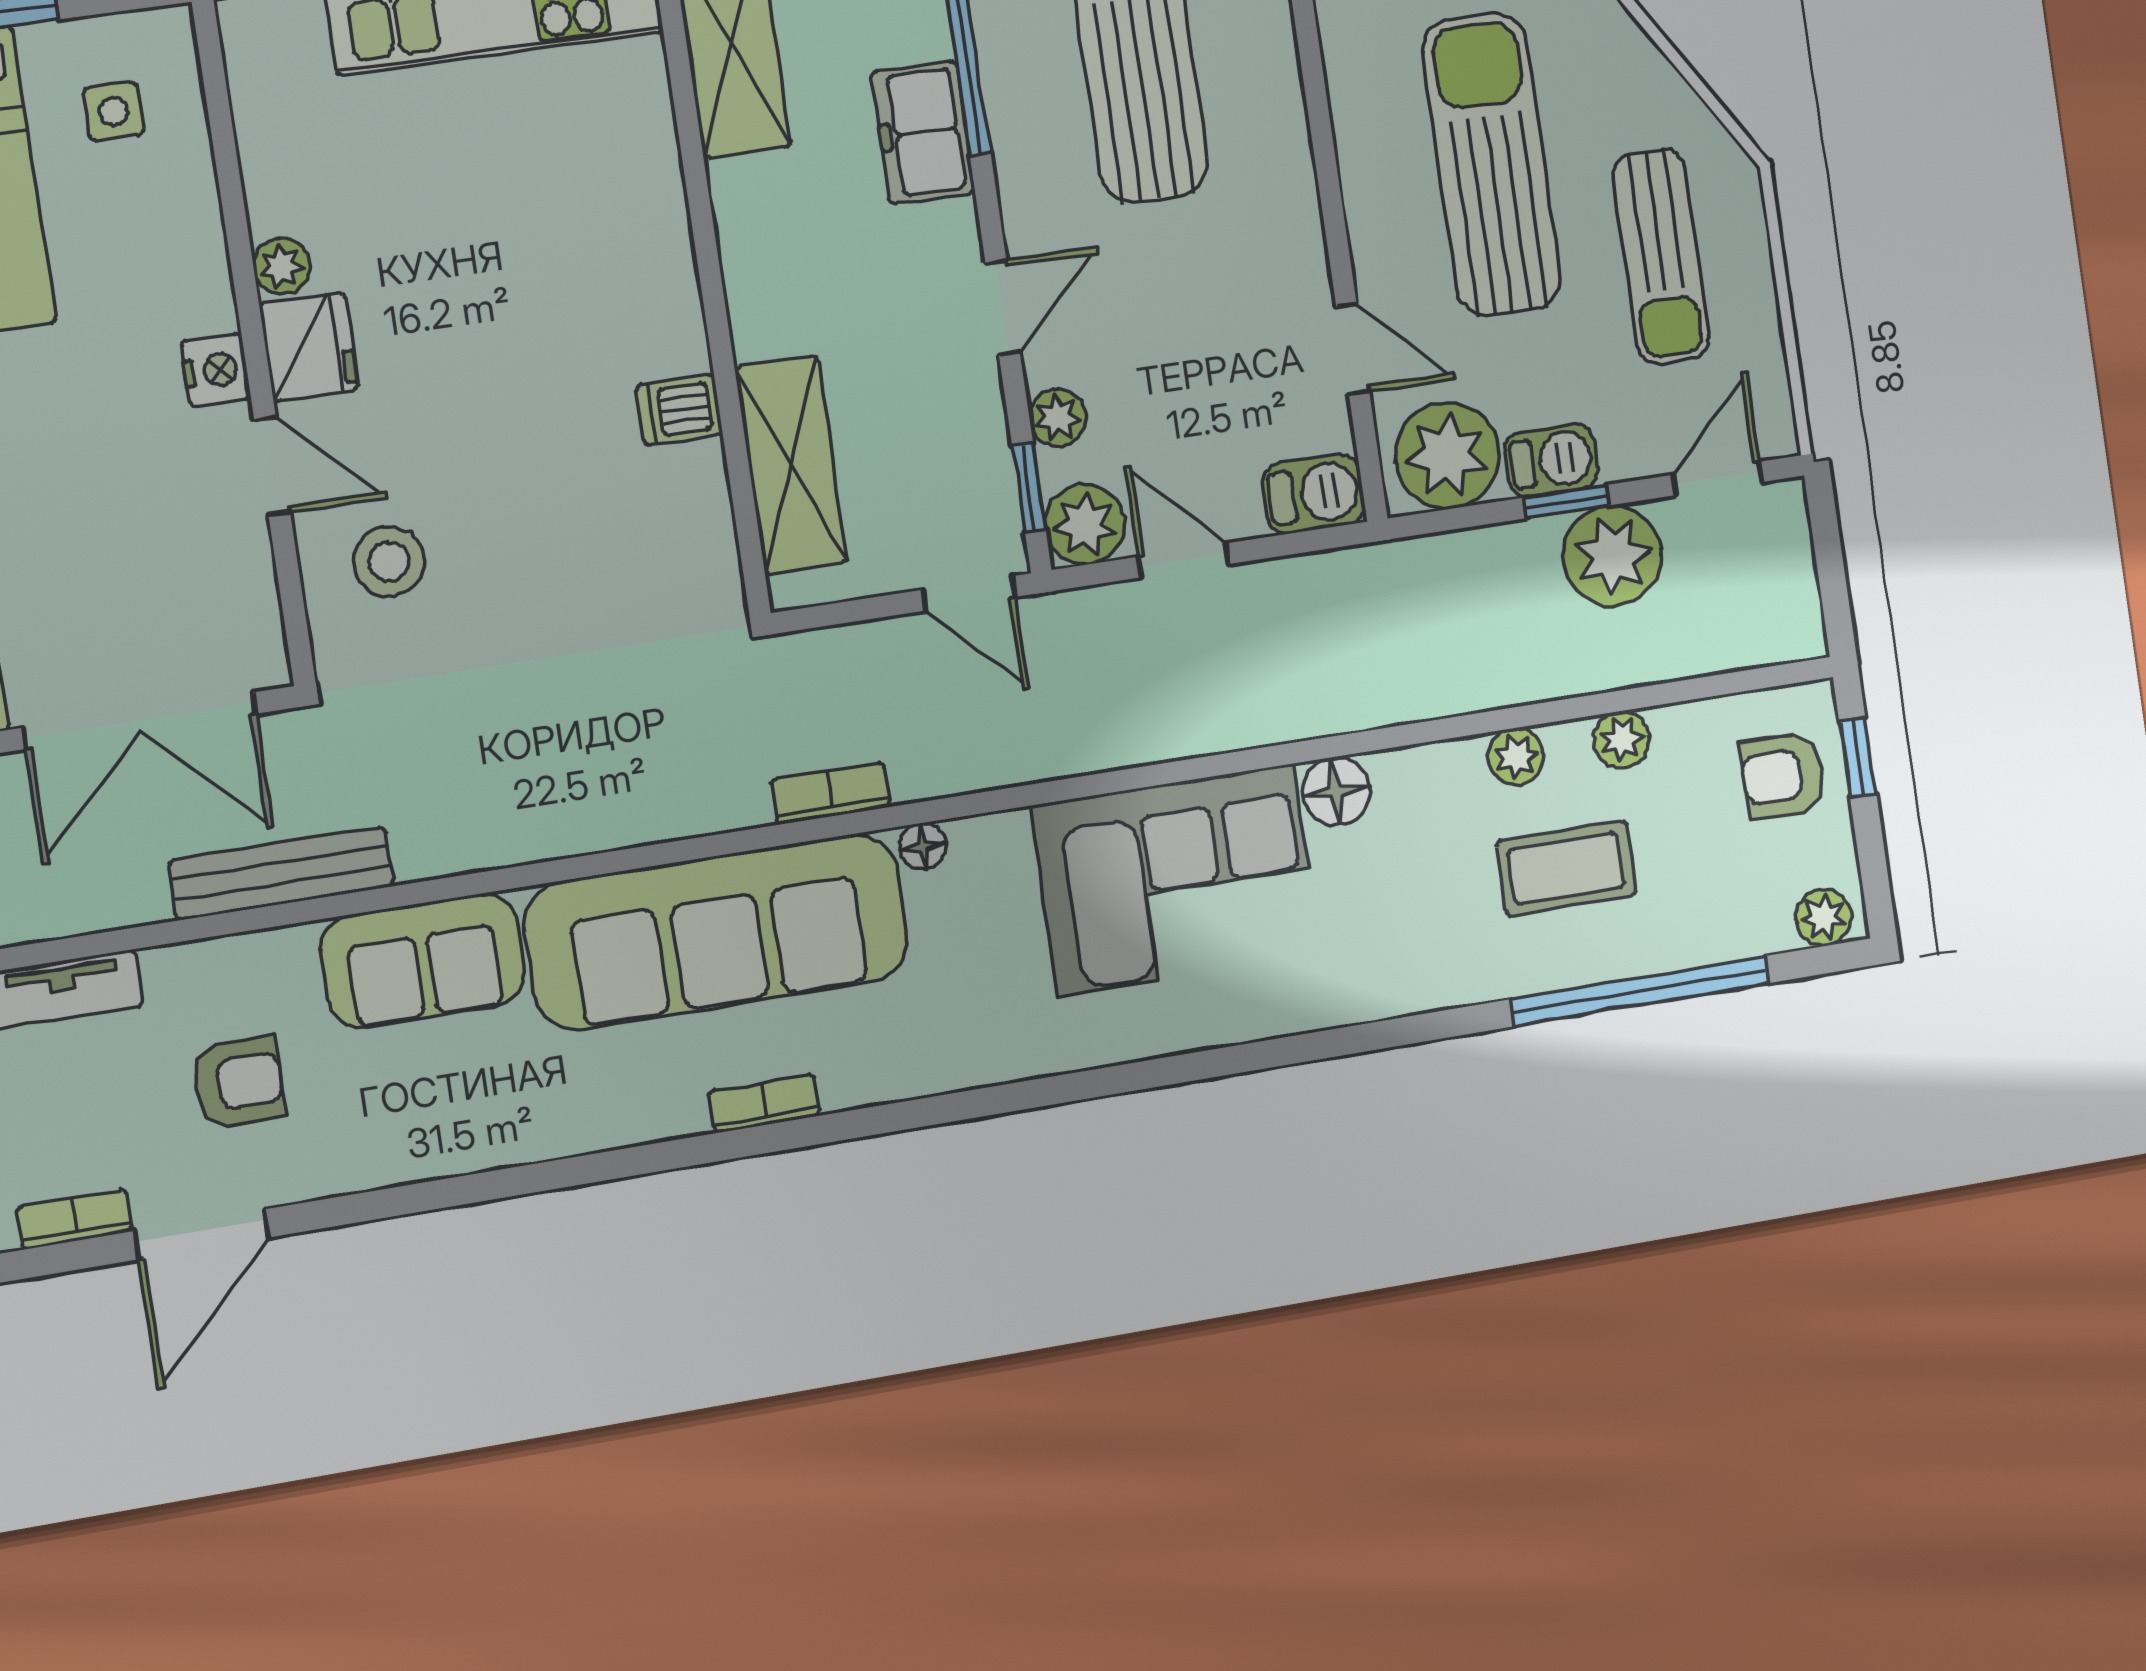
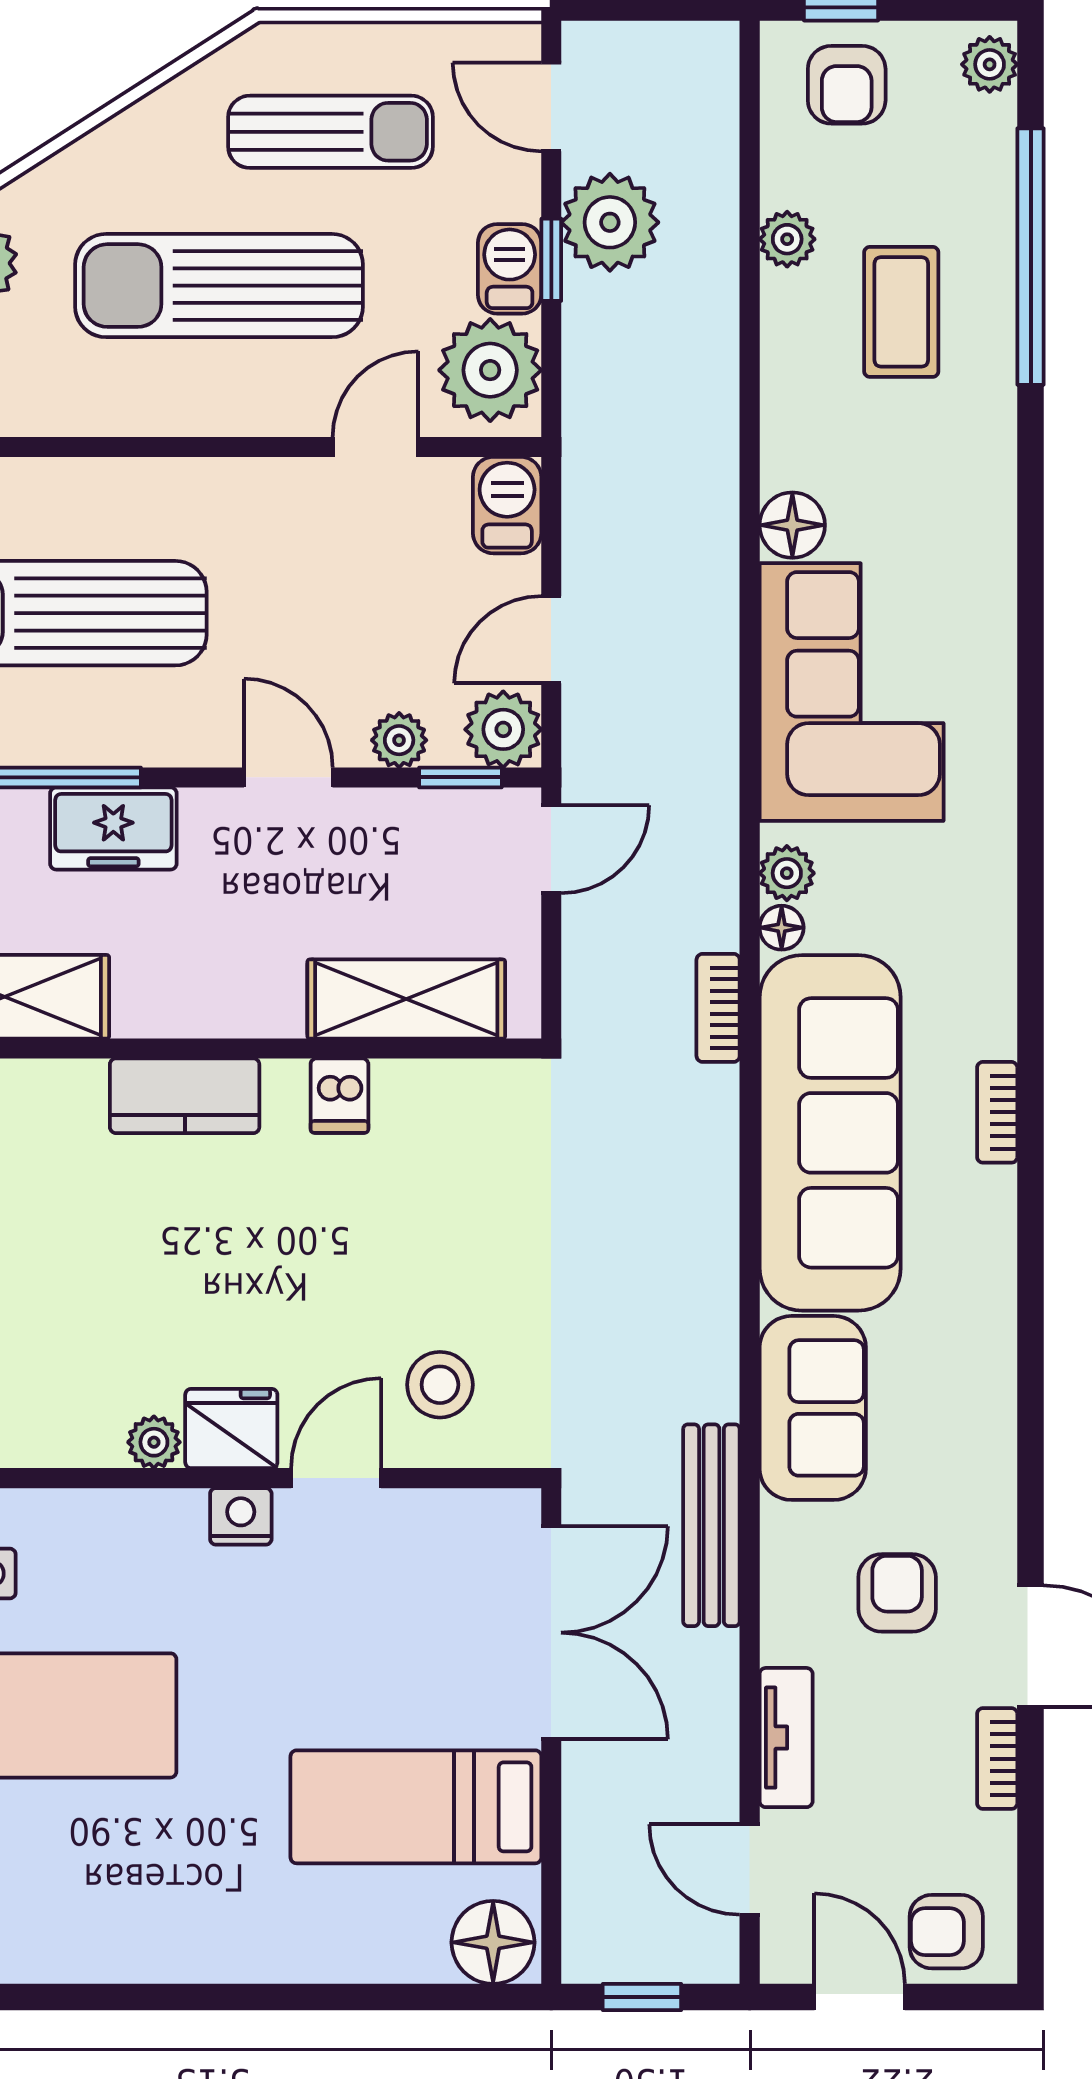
kitchen counter: (655, 247) -> (185, 1096), added
plant: (1516, 756) -> (787, 873), moved

